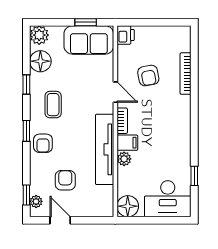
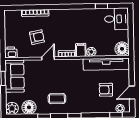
armchair: (43, 143) -> (82, 105), removed
tv unit: (105, 149) -> (106, 64), moved
desk: (168, 199) -> (117, 19), width x0.73

